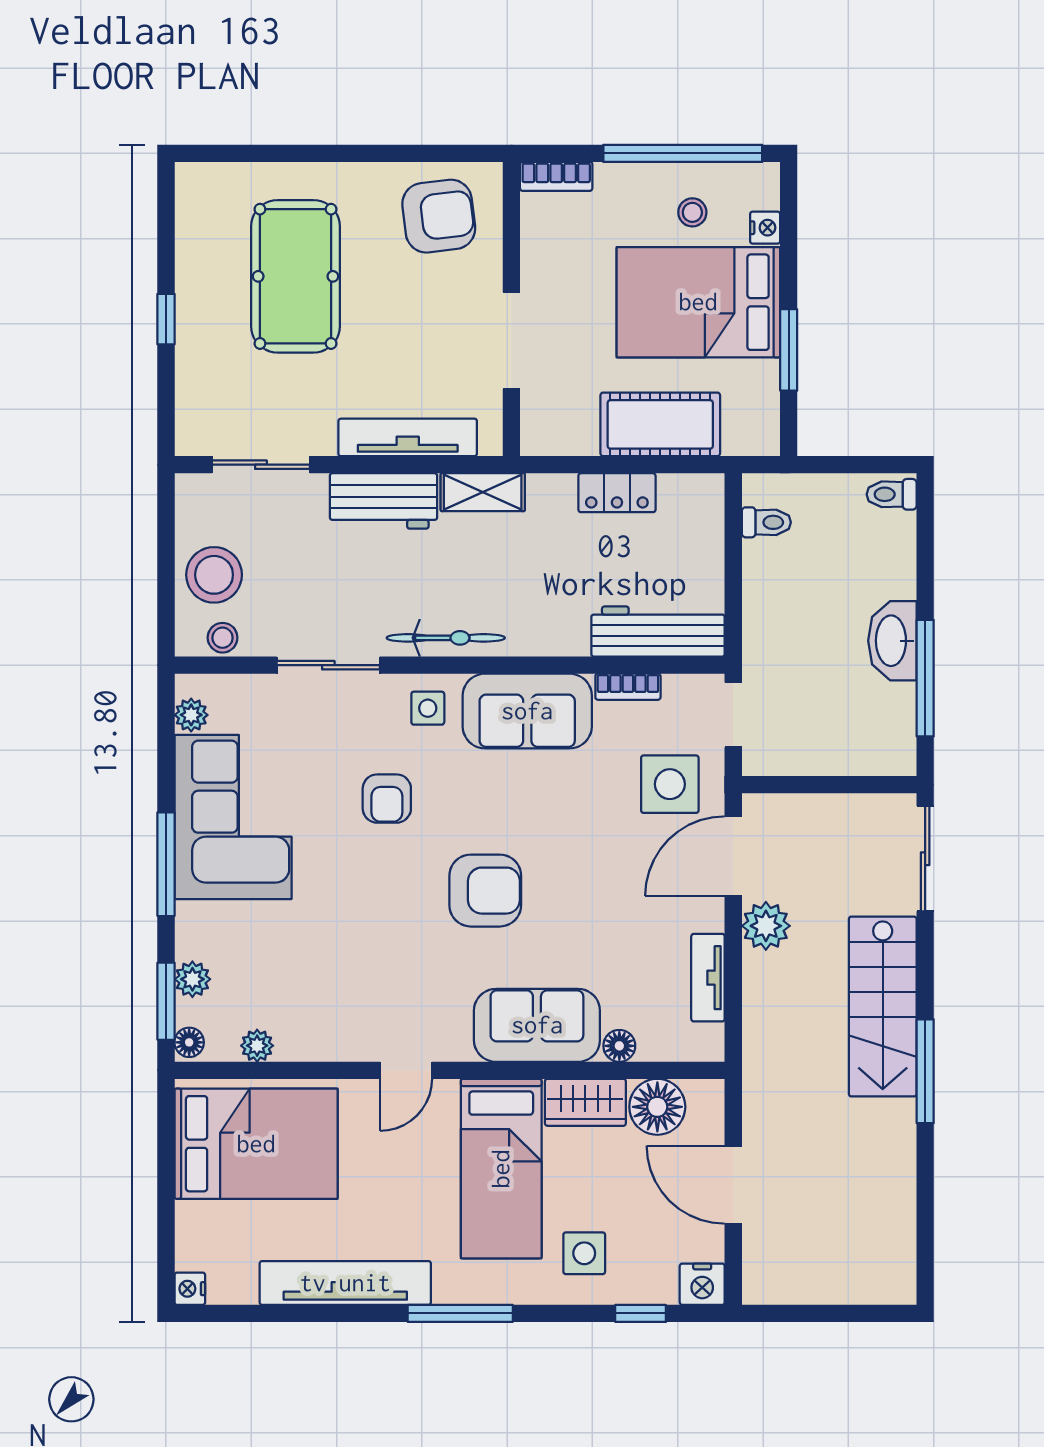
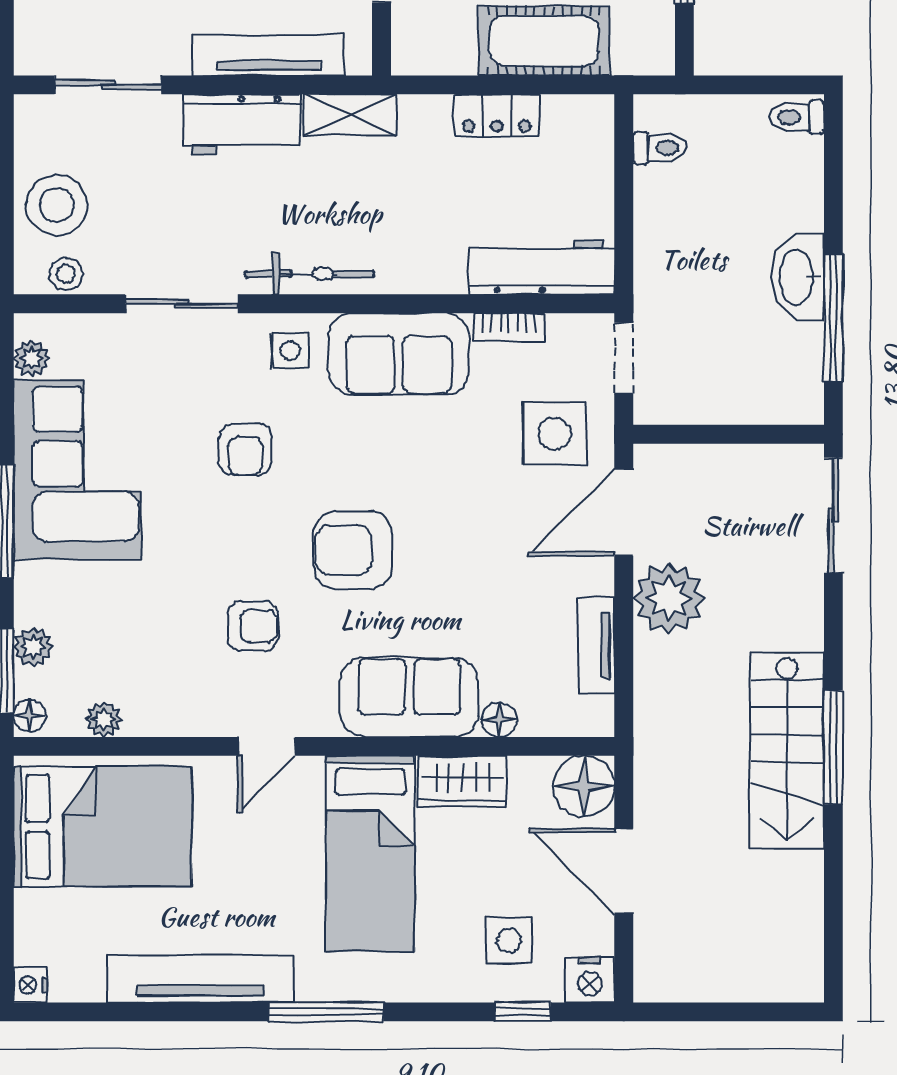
armchair: (485, 891) -> (353, 550), turned 180
plant: (766, 926) -> (669, 598), width x1.36, depth x1.36
armchair: (394, 960) -> (253, 626), added
stairs: (883, 1006) -> (787, 751), moved
floor lamp: (657, 1107) -> (584, 786), moved
side table: (584, 1253) -> (509, 941), moved

